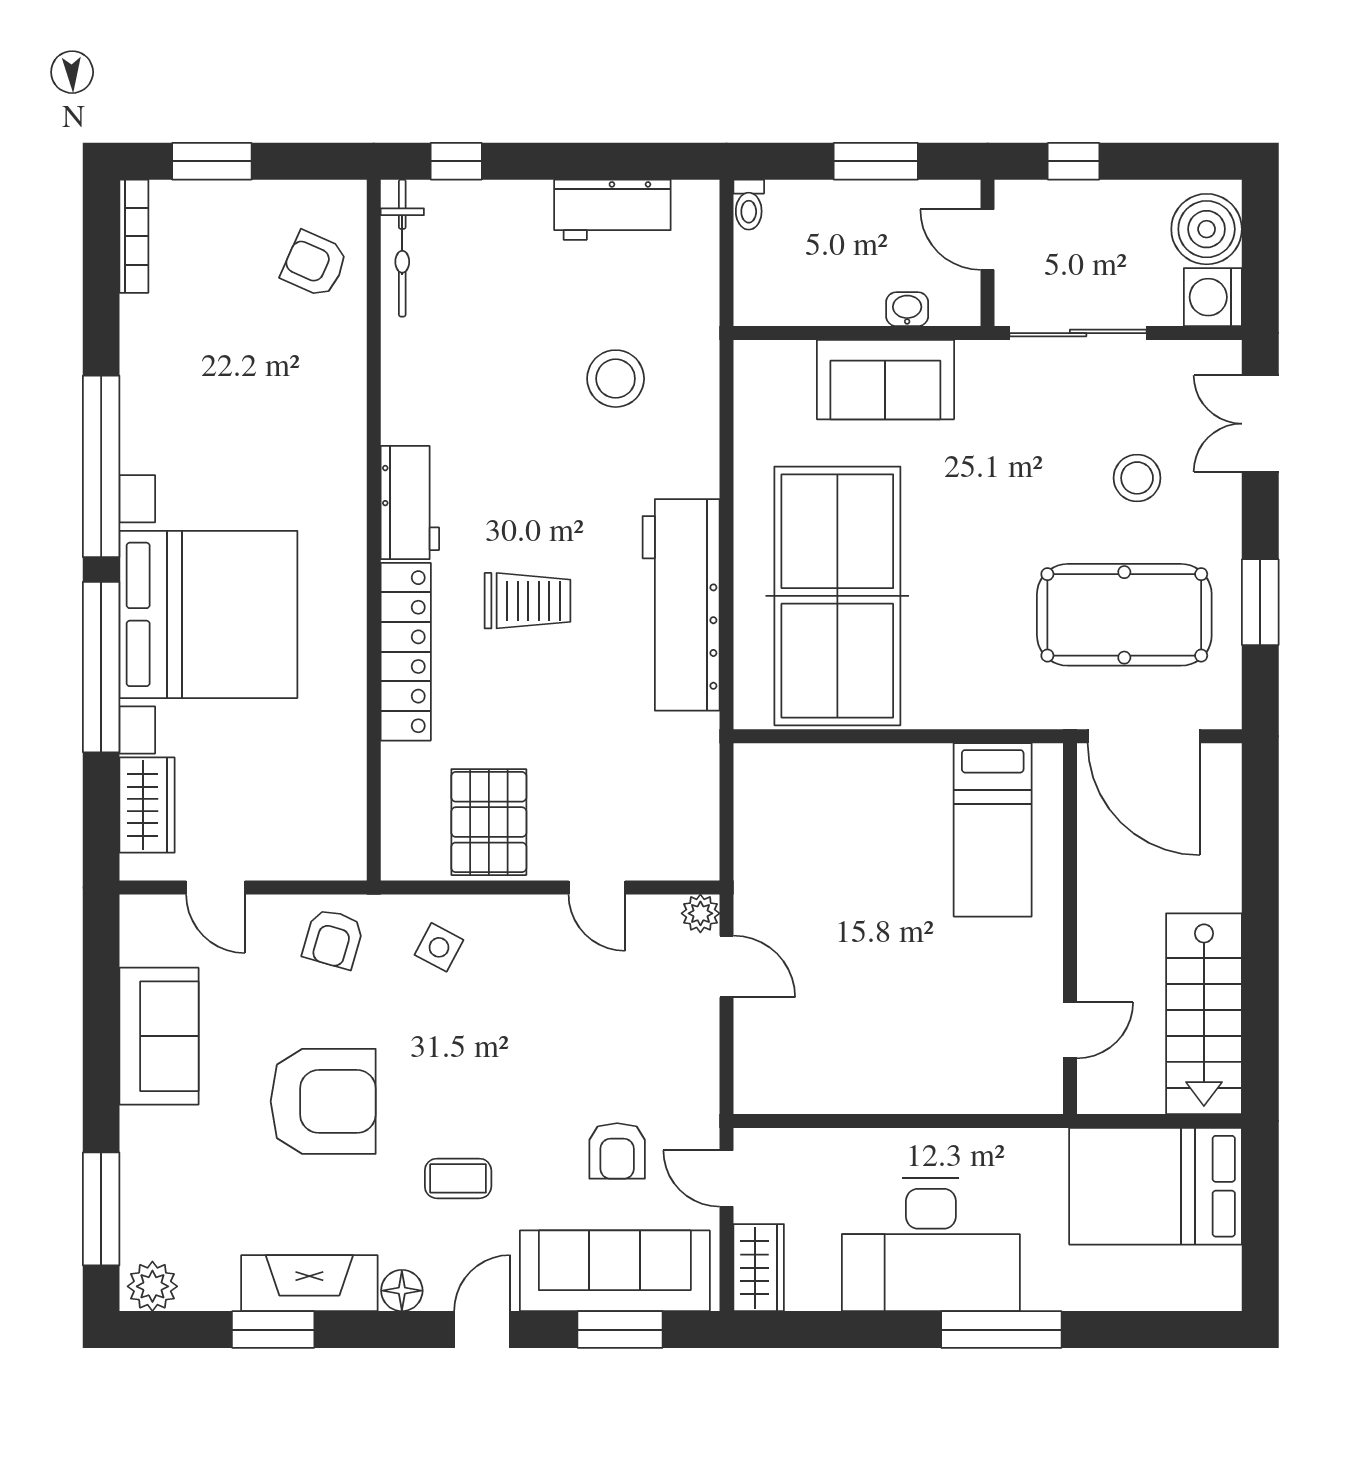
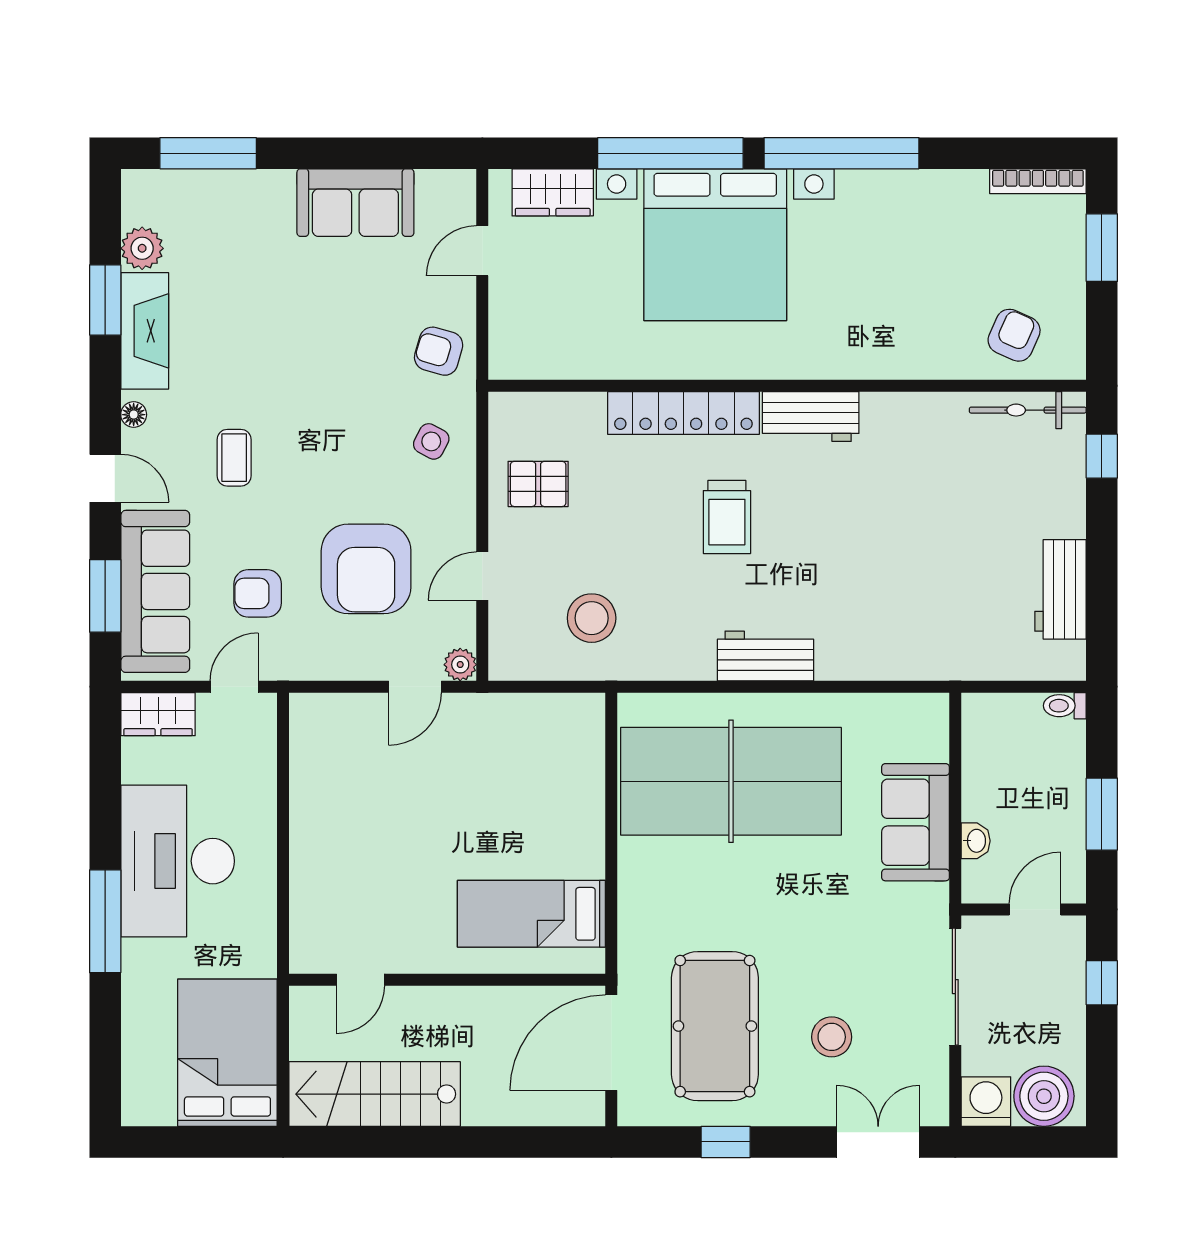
stool: (616, 379) -> (592, 618), moved
window: (1260, 602) -> (726, 1142), width x0.67
workbench: (681, 605) -> (765, 656), width x0.53, depth x0.76
pallet: (489, 822) -> (538, 484), width x0.67, depth x0.71
door: (1070, 1030) -> (361, 980), hinge flipped
armchair: (323, 1101) -> (366, 569), moved
plant: (152, 1286) -> (142, 248), moved
floor lamp: (402, 1291) -> (134, 415), width x0.73, depth x0.73

